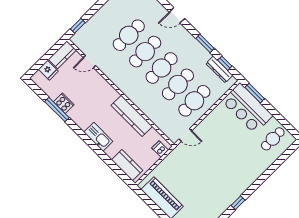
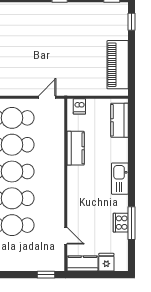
kitchen counter: (132, 116) -> (76, 148), width x0.67
door: (185, 135) -> (47, 97), hinge flipped
kitchen sink: (98, 137) -> (120, 179), moved

